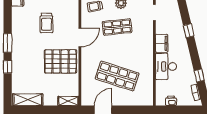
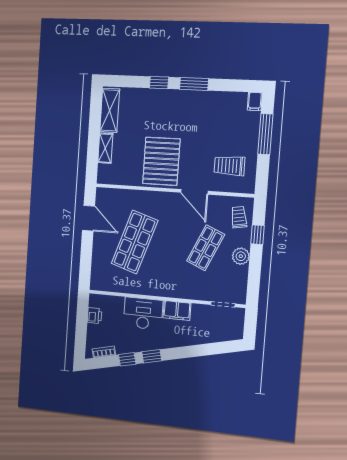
trolley: (46, 23) -> (229, 166), moved
shop shelf: (117, 27) -> (206, 248), turned 30
window: (189, 31) -> (152, 356), moved
shelving: (68, 101) -> (105, 148), moved

